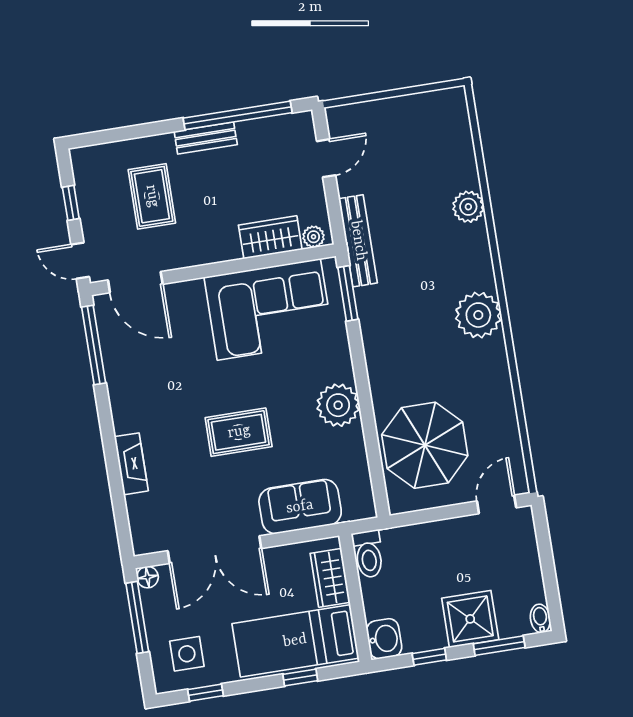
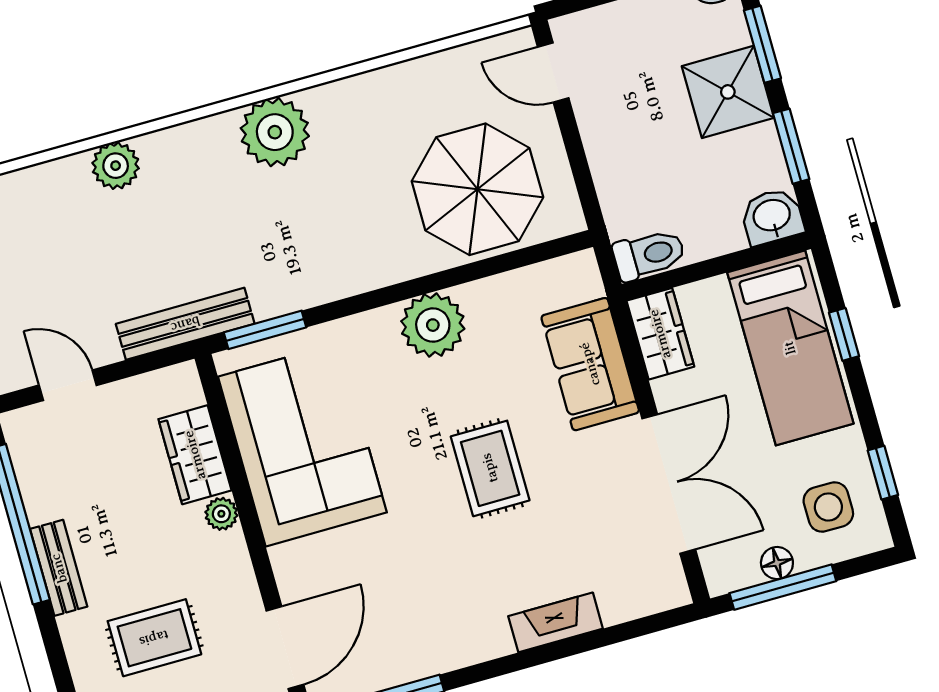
plant: (314, 237) -> (221, 514), moved
floor lamp: (148, 577) -> (777, 563), moved
wardrobe: (330, 578) -> (660, 334), moved, turned -90
window: (429, 657) -> (791, 146), width x1.50

